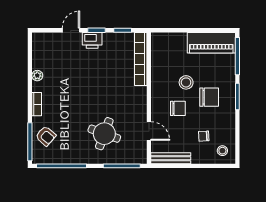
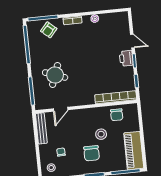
chair: (178, 108) -> (117, 115), moved

